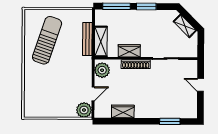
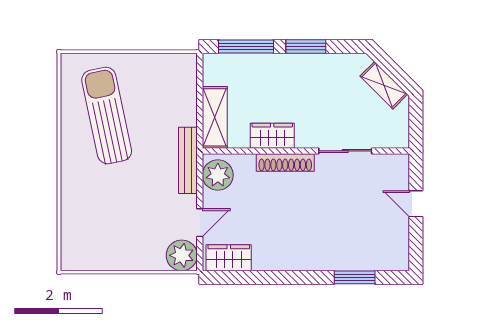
bench: (87, 39) -> (188, 160), moved
sun lounger: (47, 40) -> (107, 115), turned -31
wardrobe: (123, 111) -> (229, 258), moved

